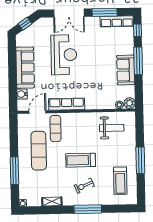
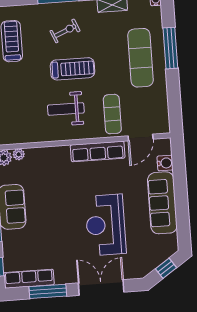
weight bench: (112, 128) -> (66, 109), moved
exercise mat: (39, 151) -> (140, 58), moved

